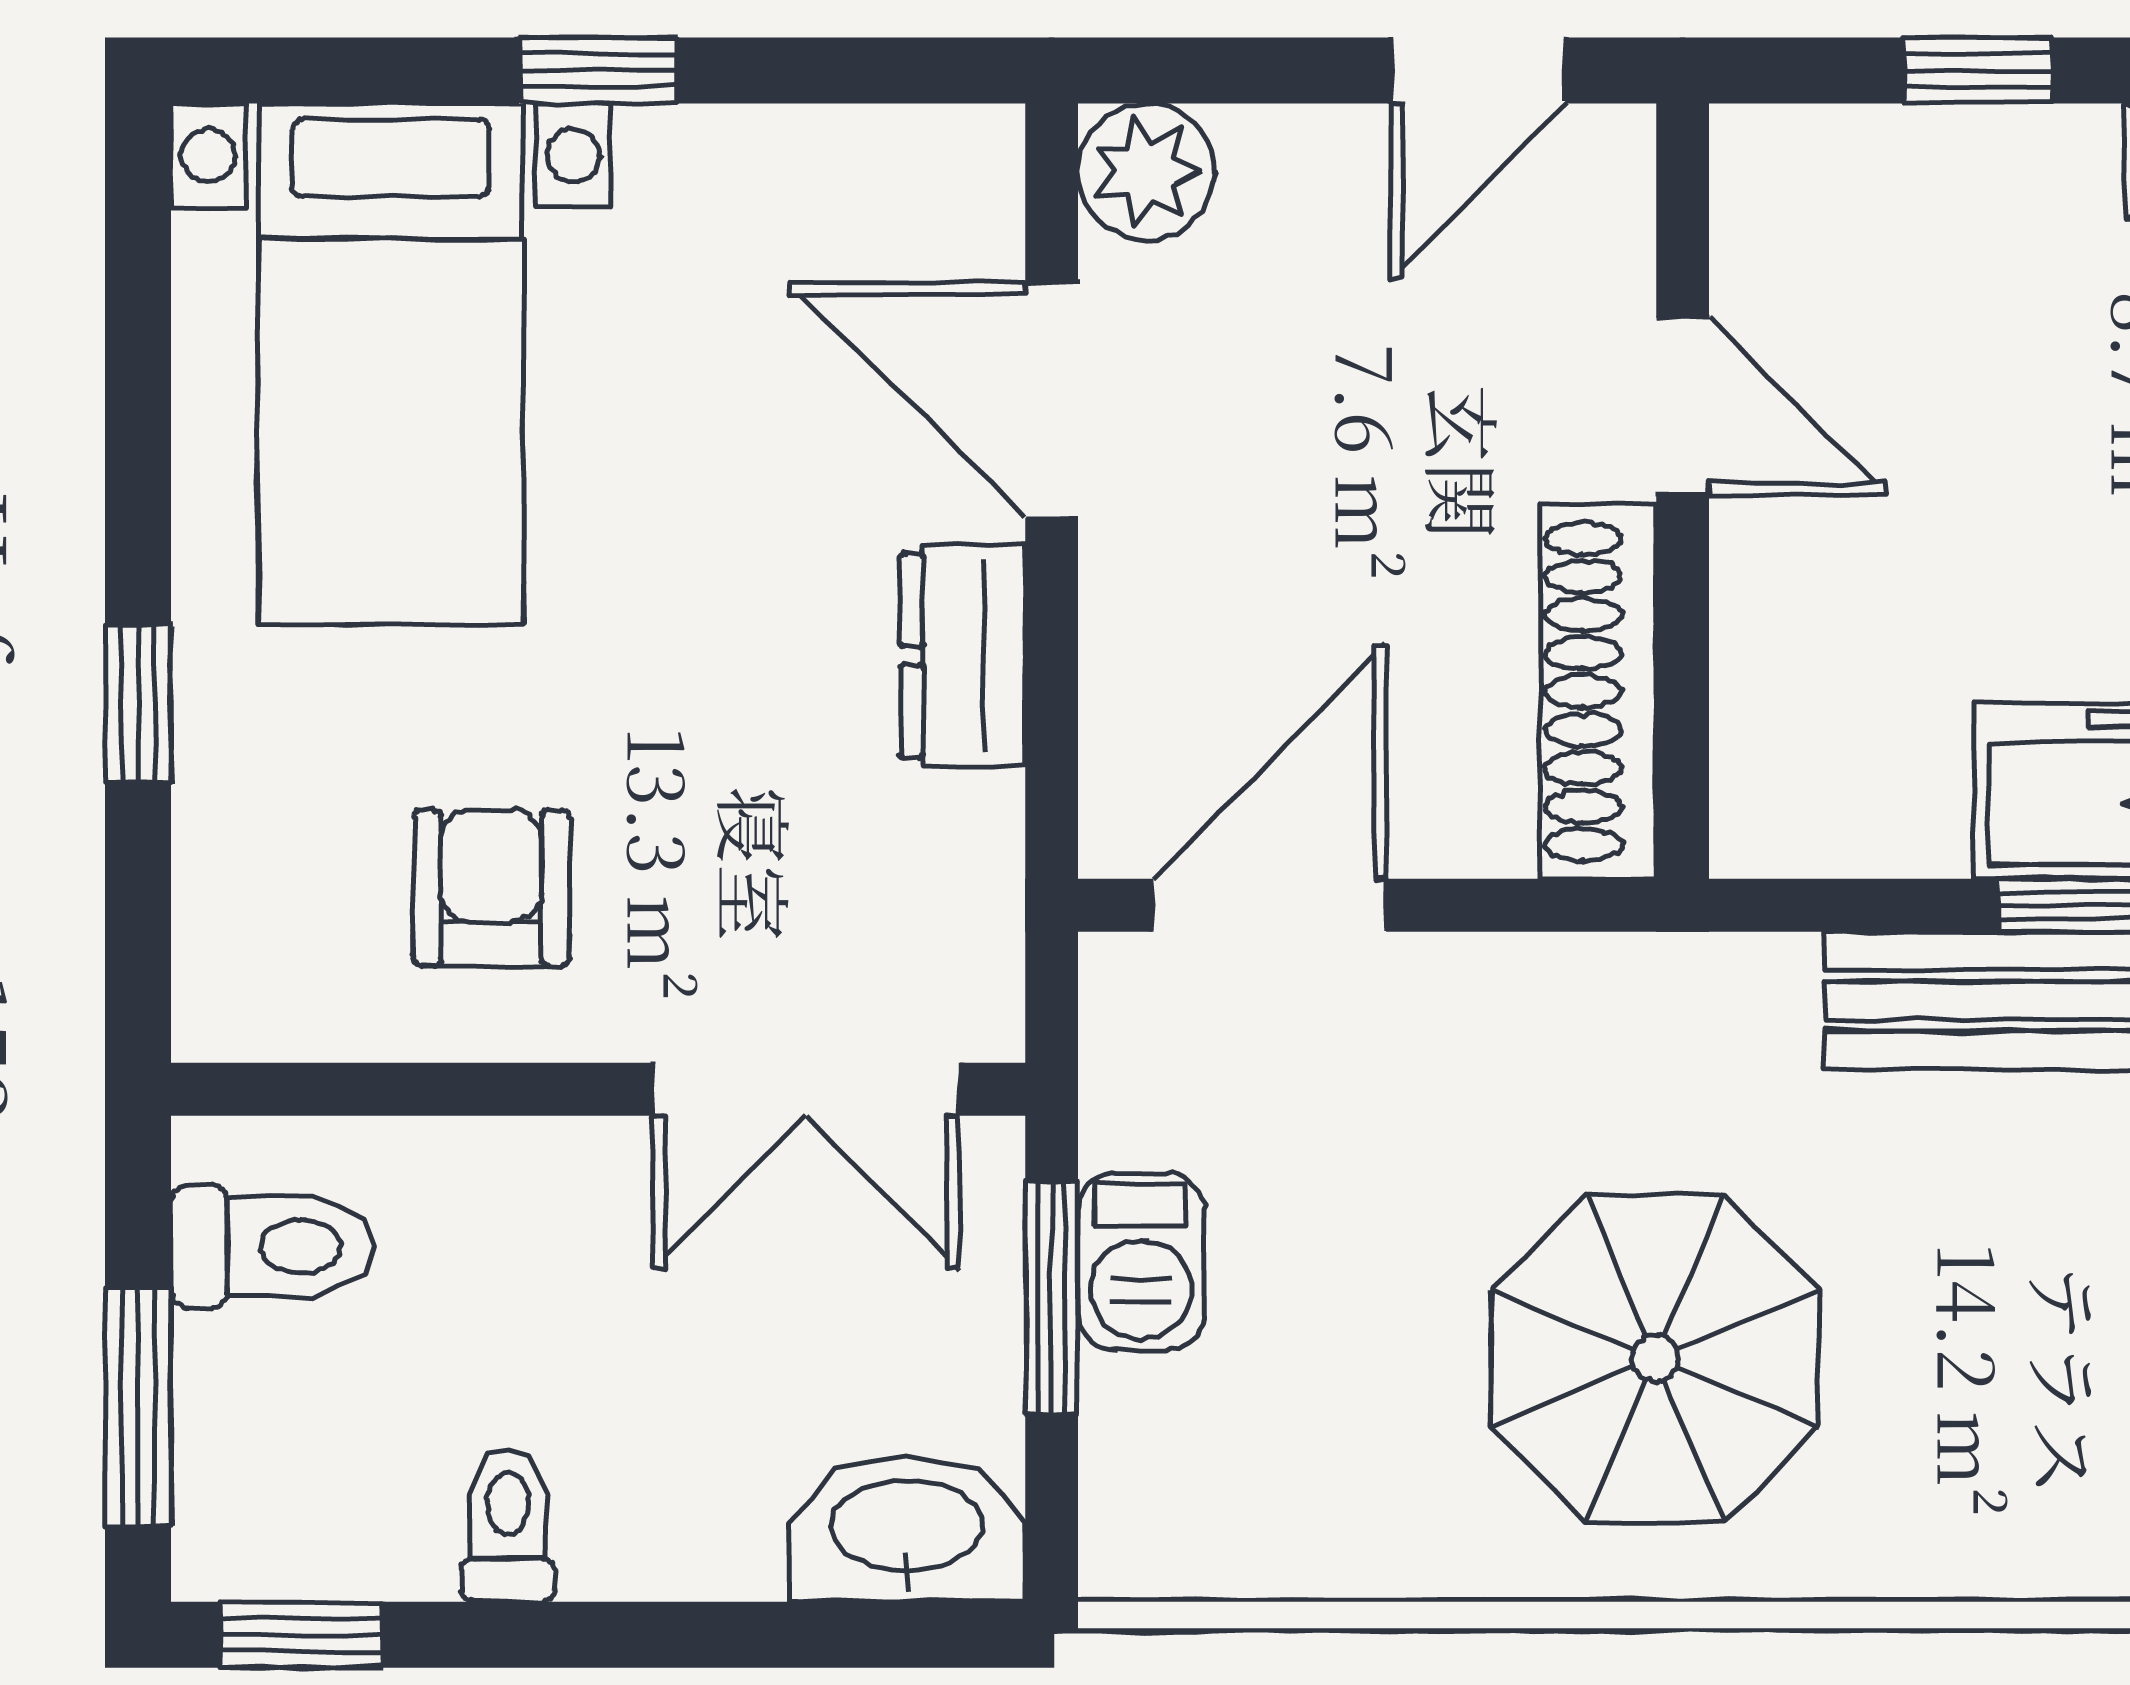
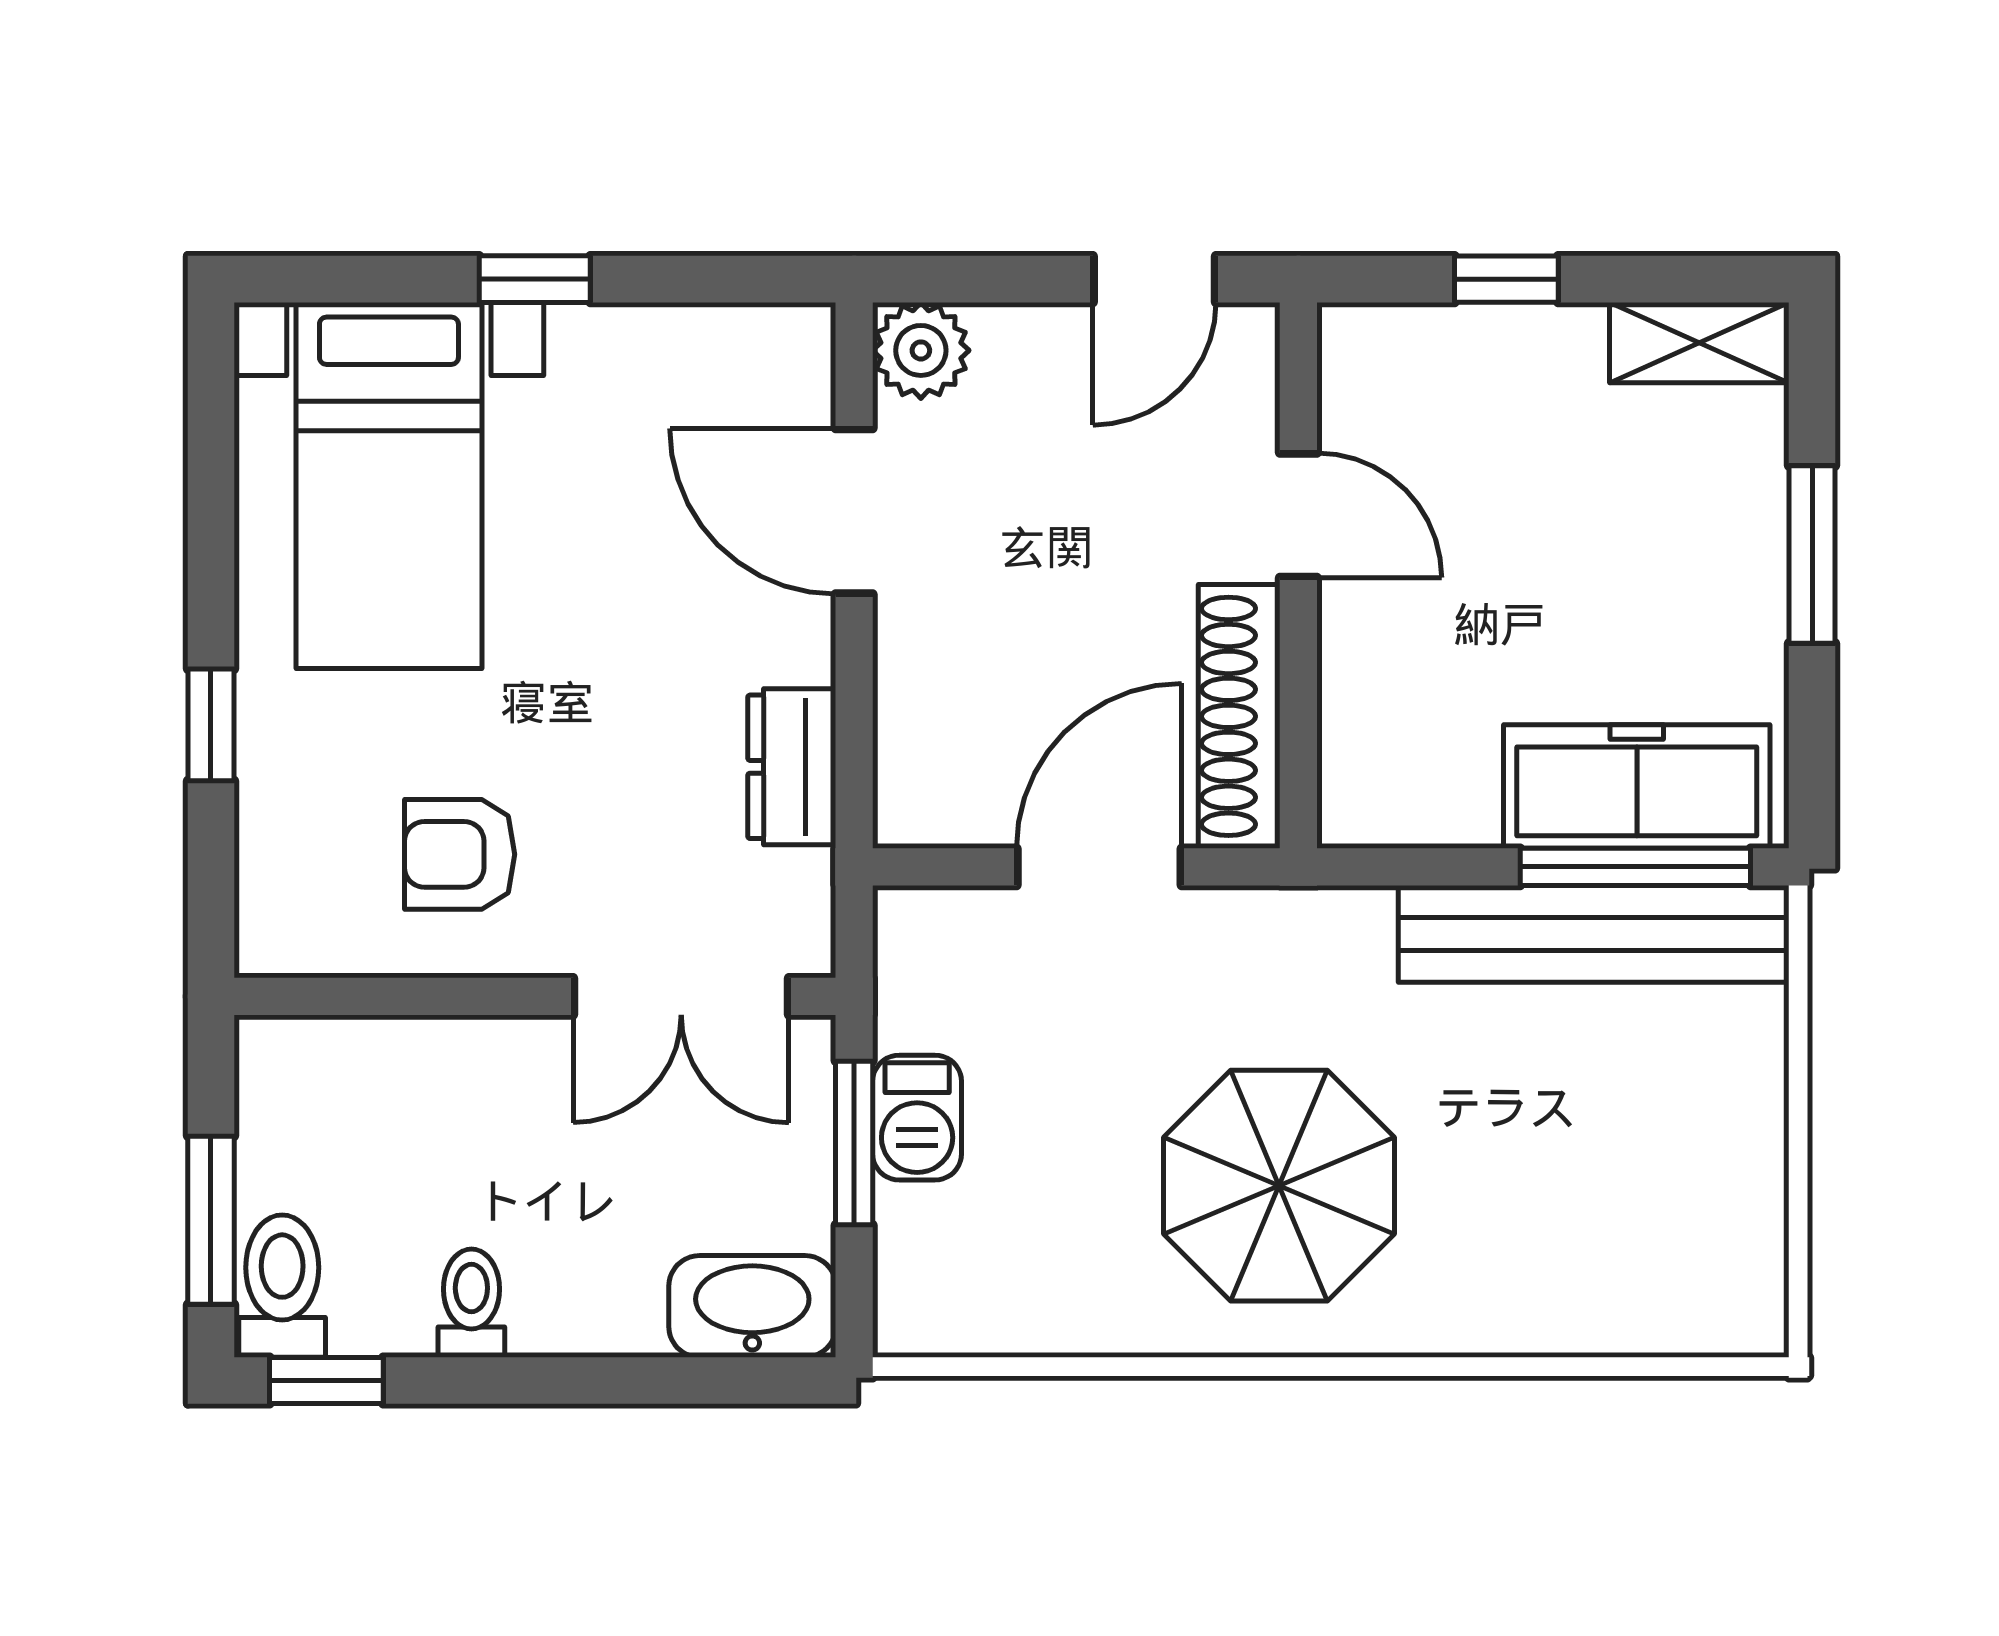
dresser: (963, 655) -> (792, 767), moved
armchair: (491, 888) -> (460, 854), turned -90
door: (1269, 905) -> (1099, 867), moved
toilet: (272, 1246) -> (282, 1286), moved, turned -90

